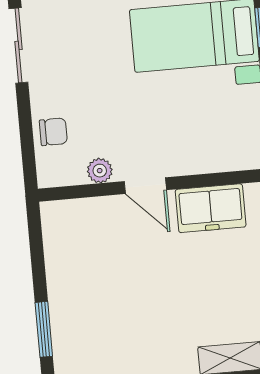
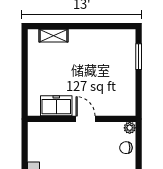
plant: (100, 171) -> (130, 128), moved

